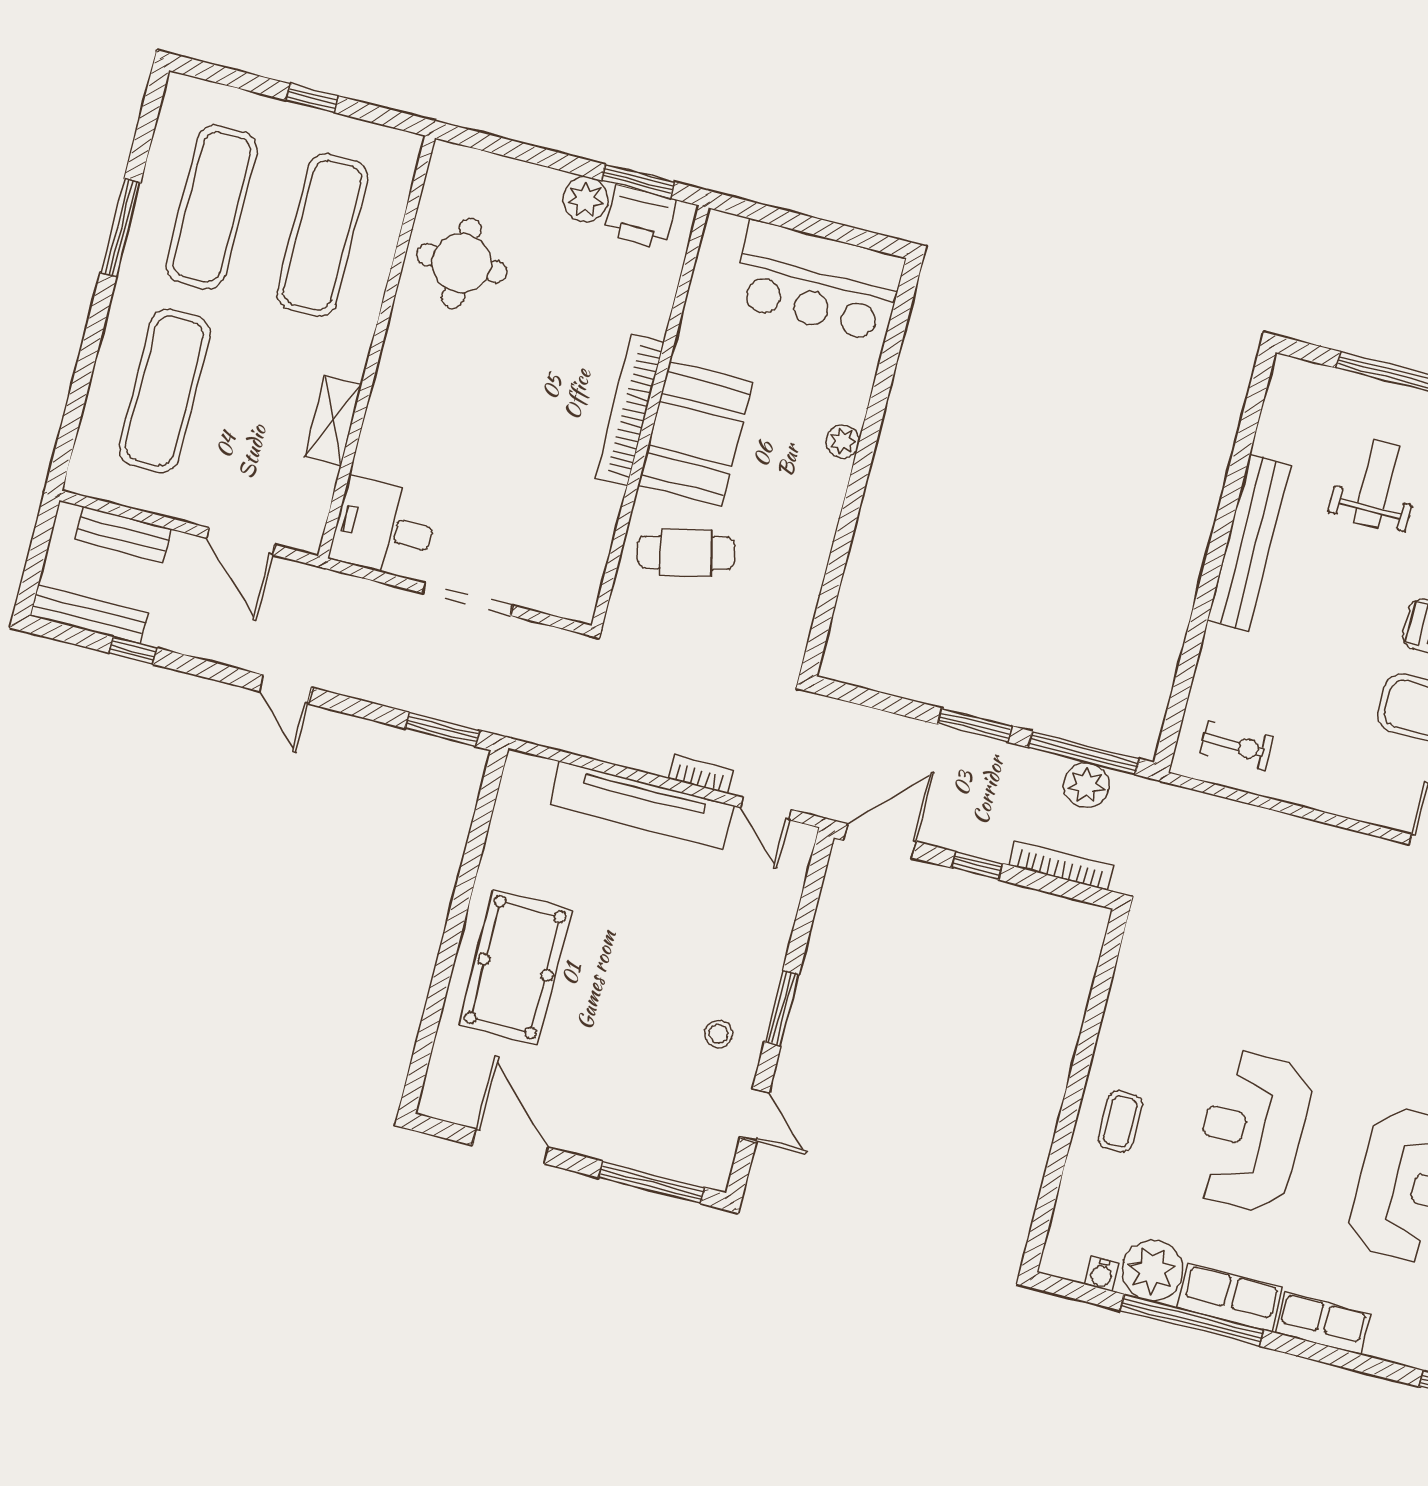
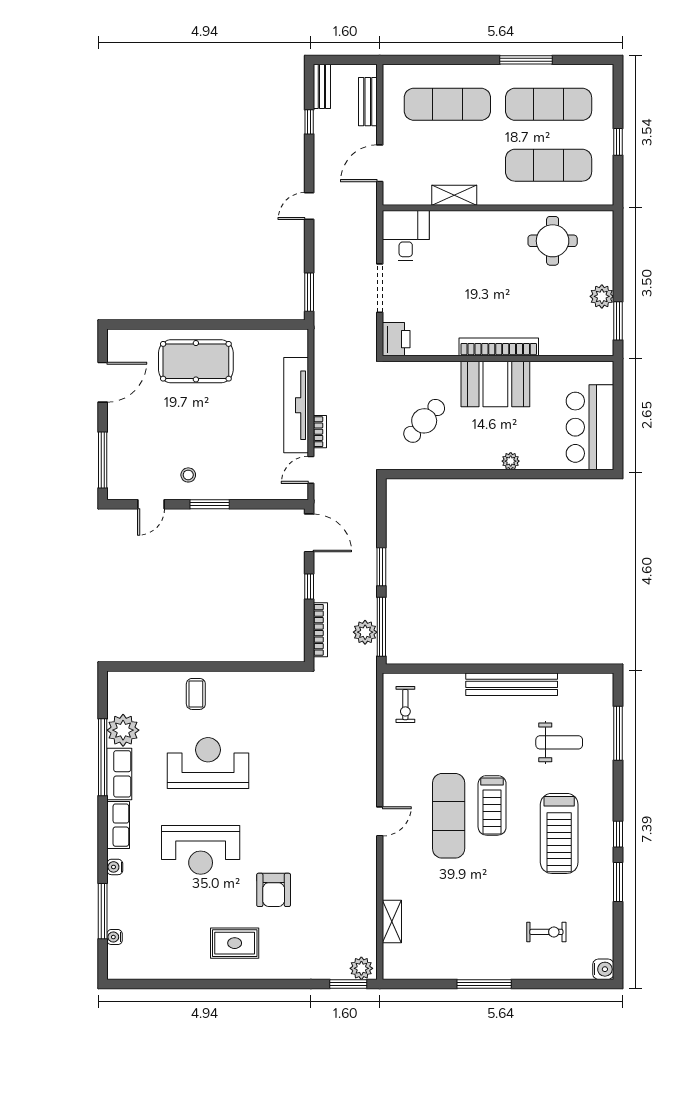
printer: (640, 217) -> (396, 339), moved, turned 180
cafe table: (686, 553) -> (424, 421), moved, turned 55
bench: (89, 614) -> (322, 86), width x0.73
coffee table: (1120, 1121) -> (196, 694), turned 90
water cooler: (1102, 1274) -> (115, 867), moved

